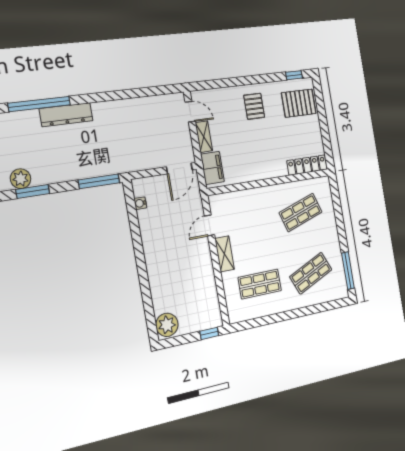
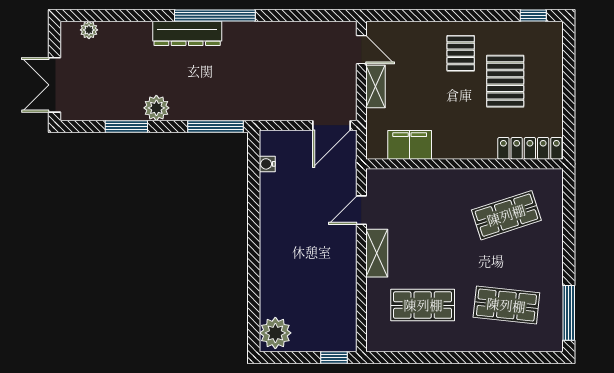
pallet: (299, 103) -> (505, 81), moved, turned 90
window: (39, 104) -> (215, 15), moved
filing cabinet: (212, 168) -> (410, 145), moved, turned -90
plant: (21, 179) -> (156, 108), moved
shop shelf: (311, 273) -> (506, 305), turned 30

